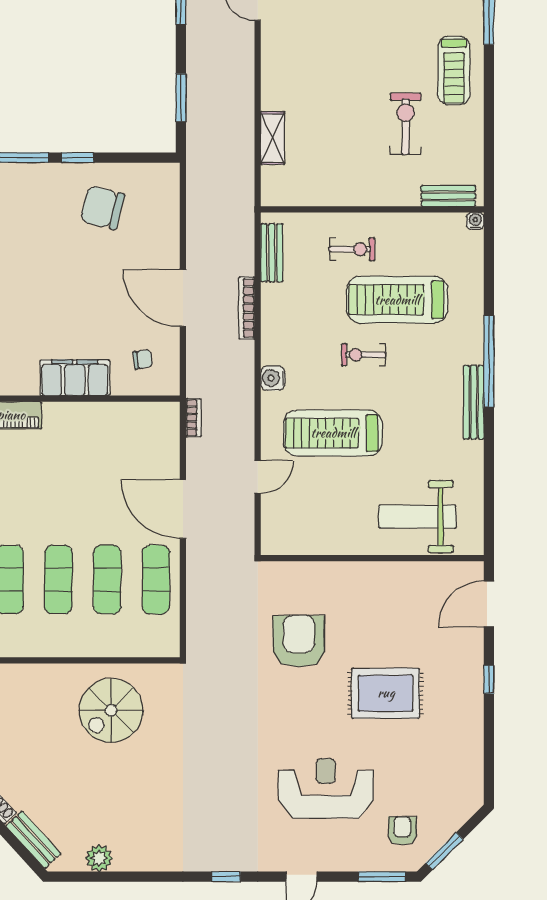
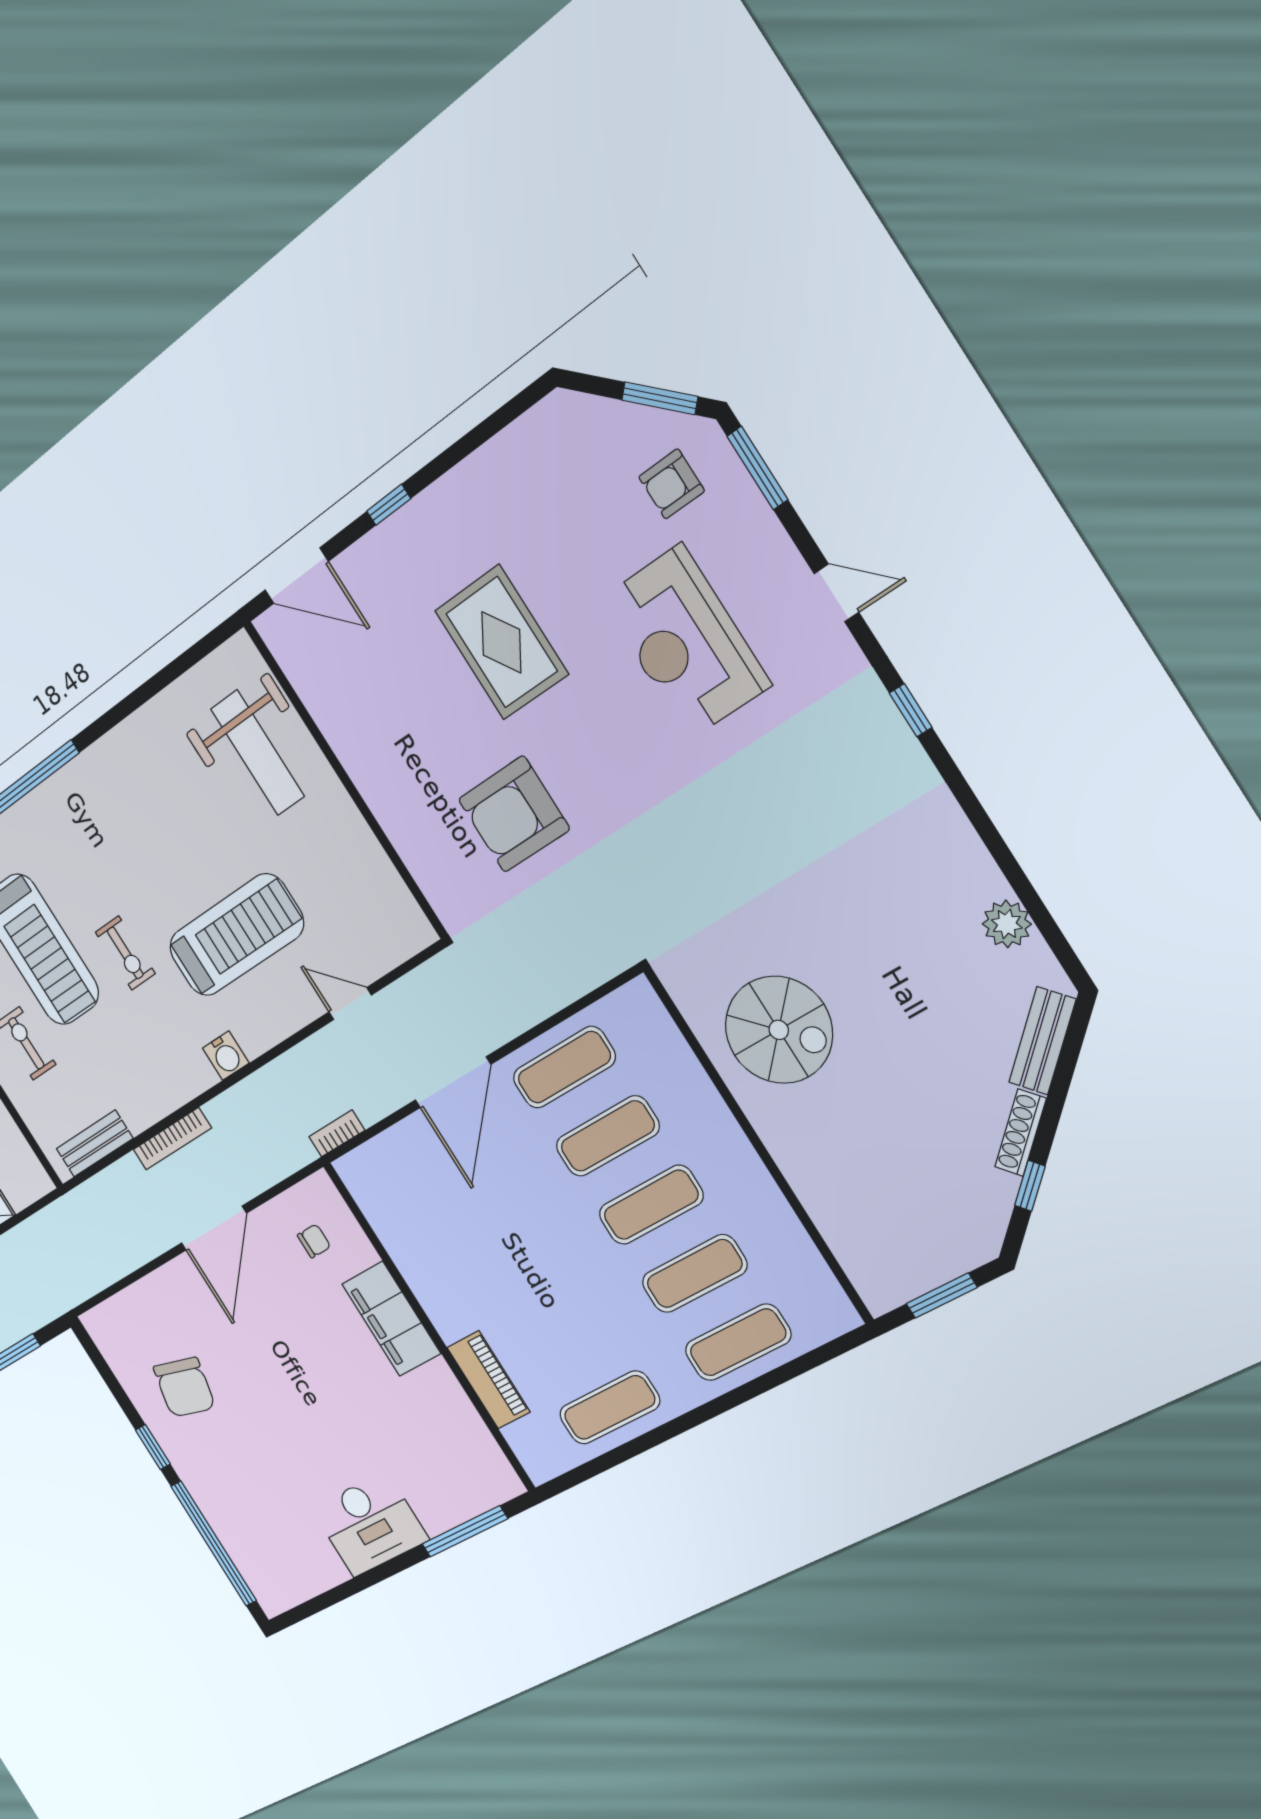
chair: (143, 359) -> (314, 1241), turned 98
bench: (474, 402) -> (83, 770), removed
treadmill: (333, 433) -> (236, 935), turned -90

